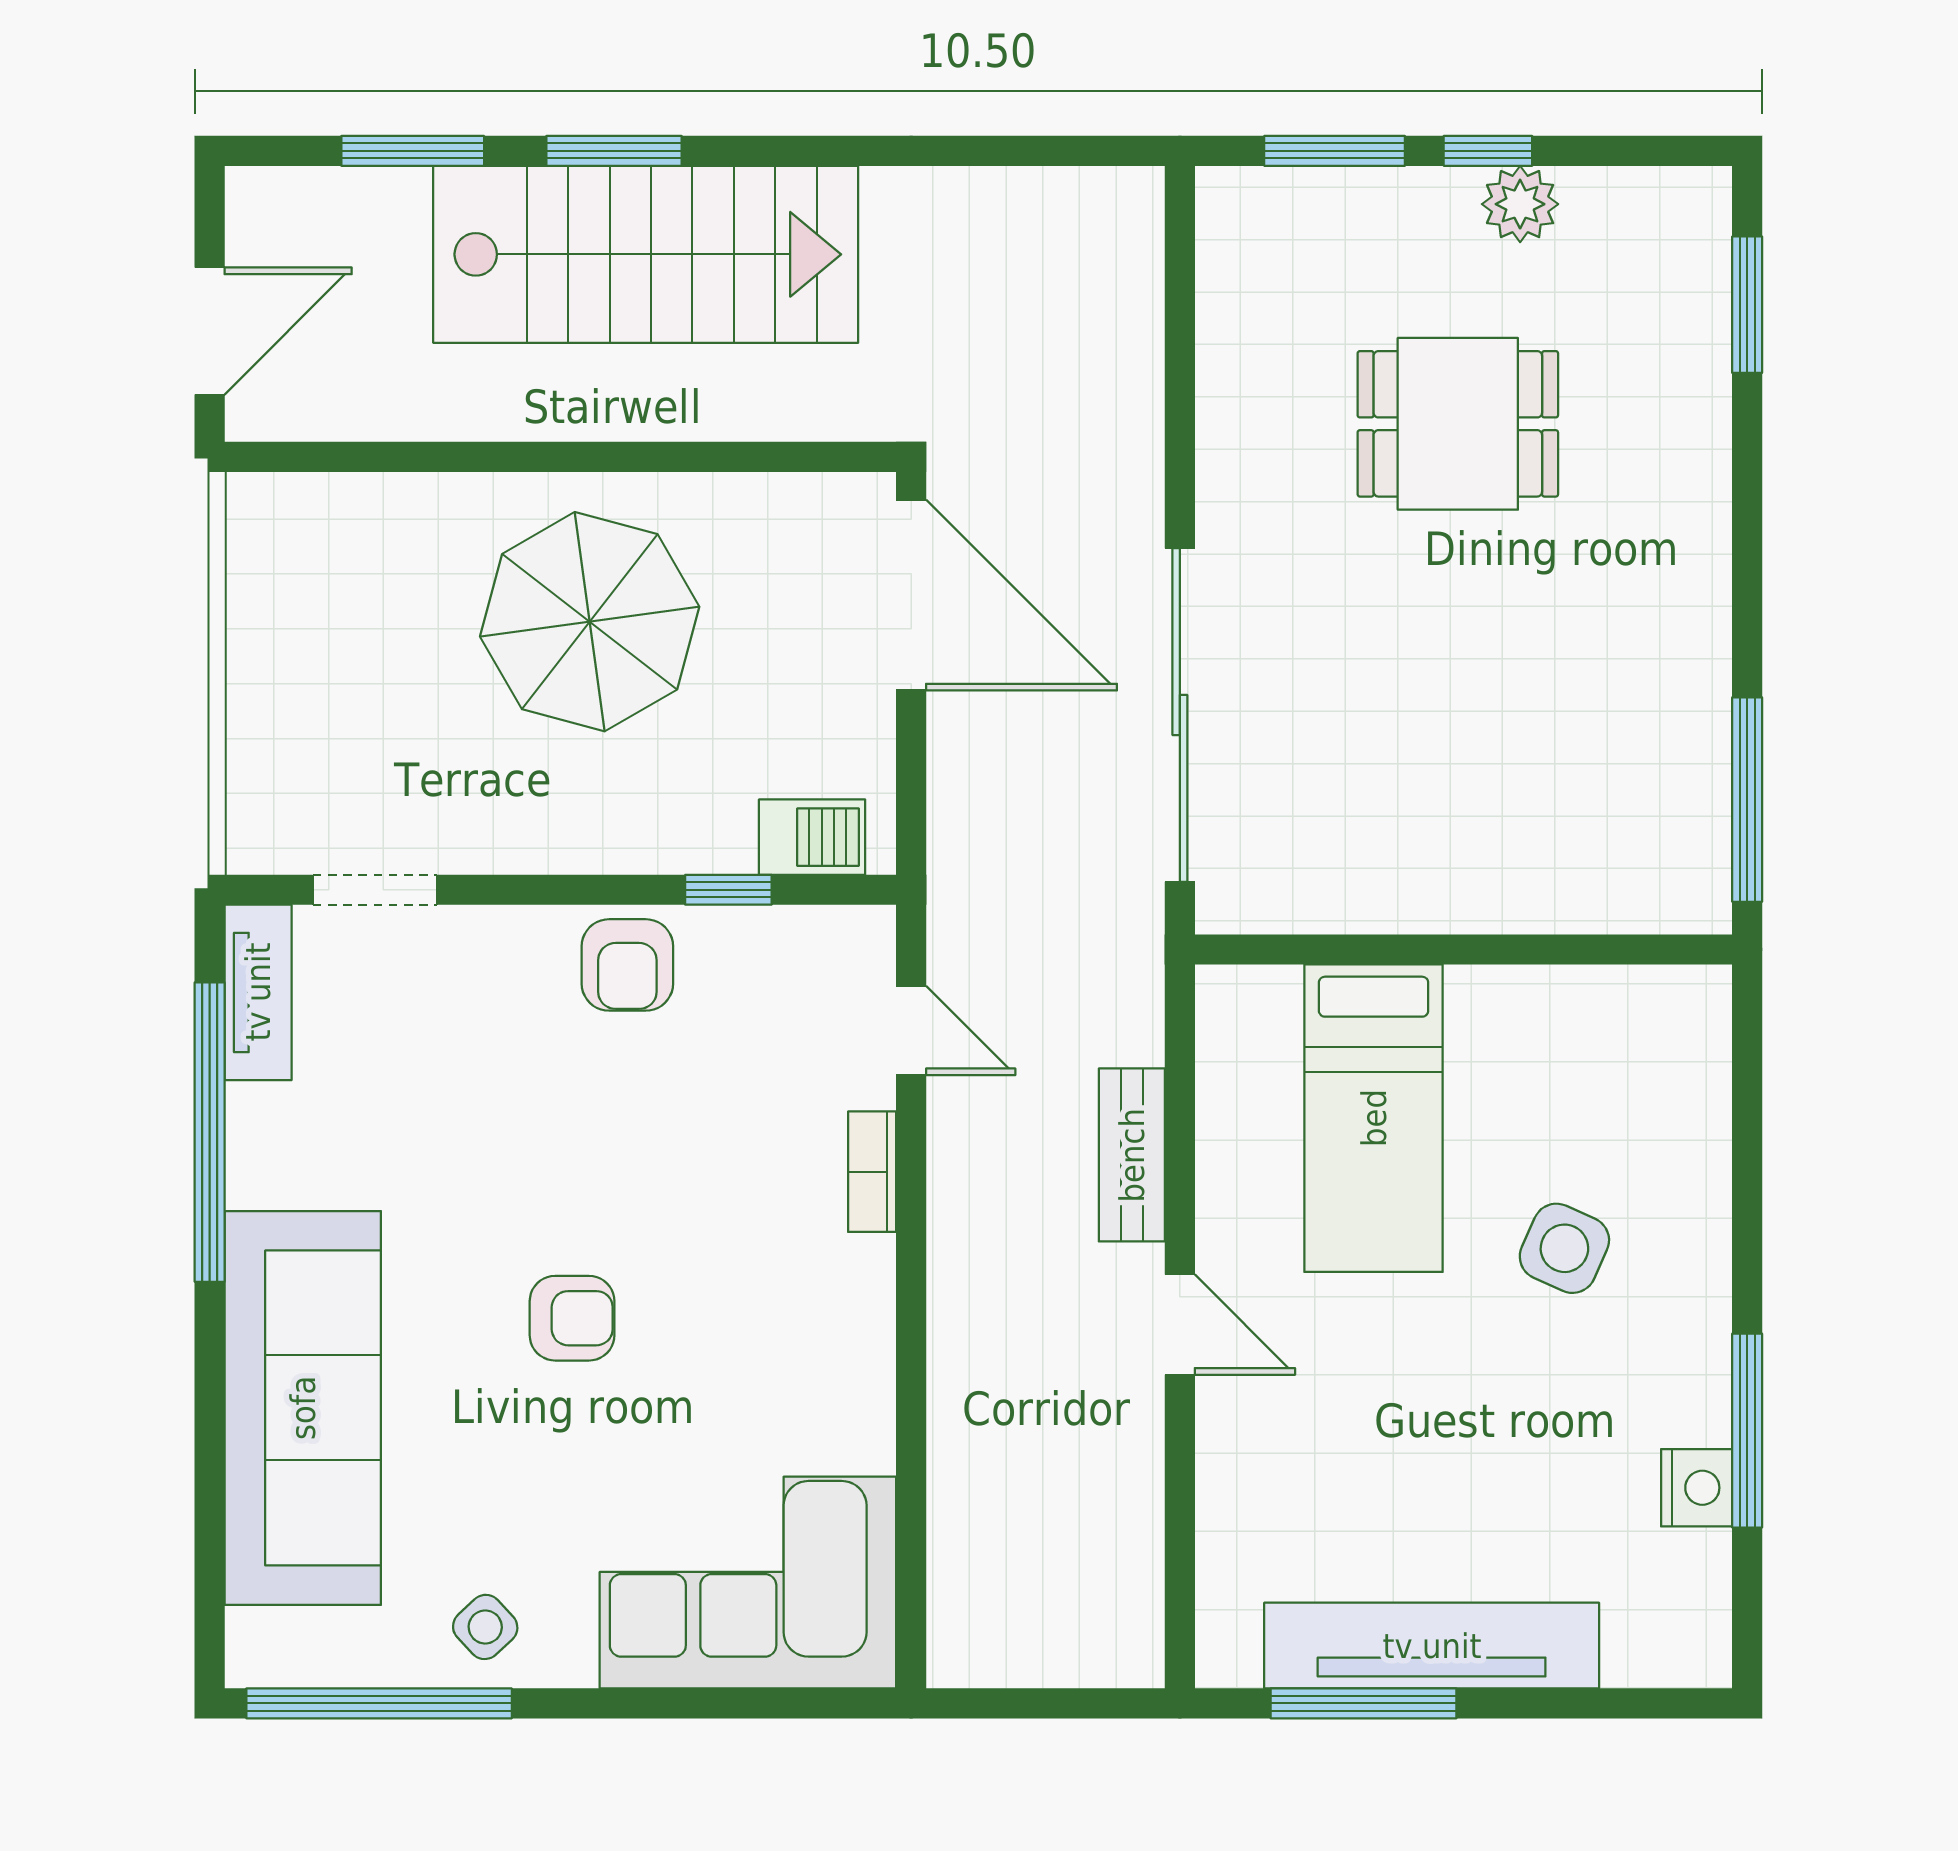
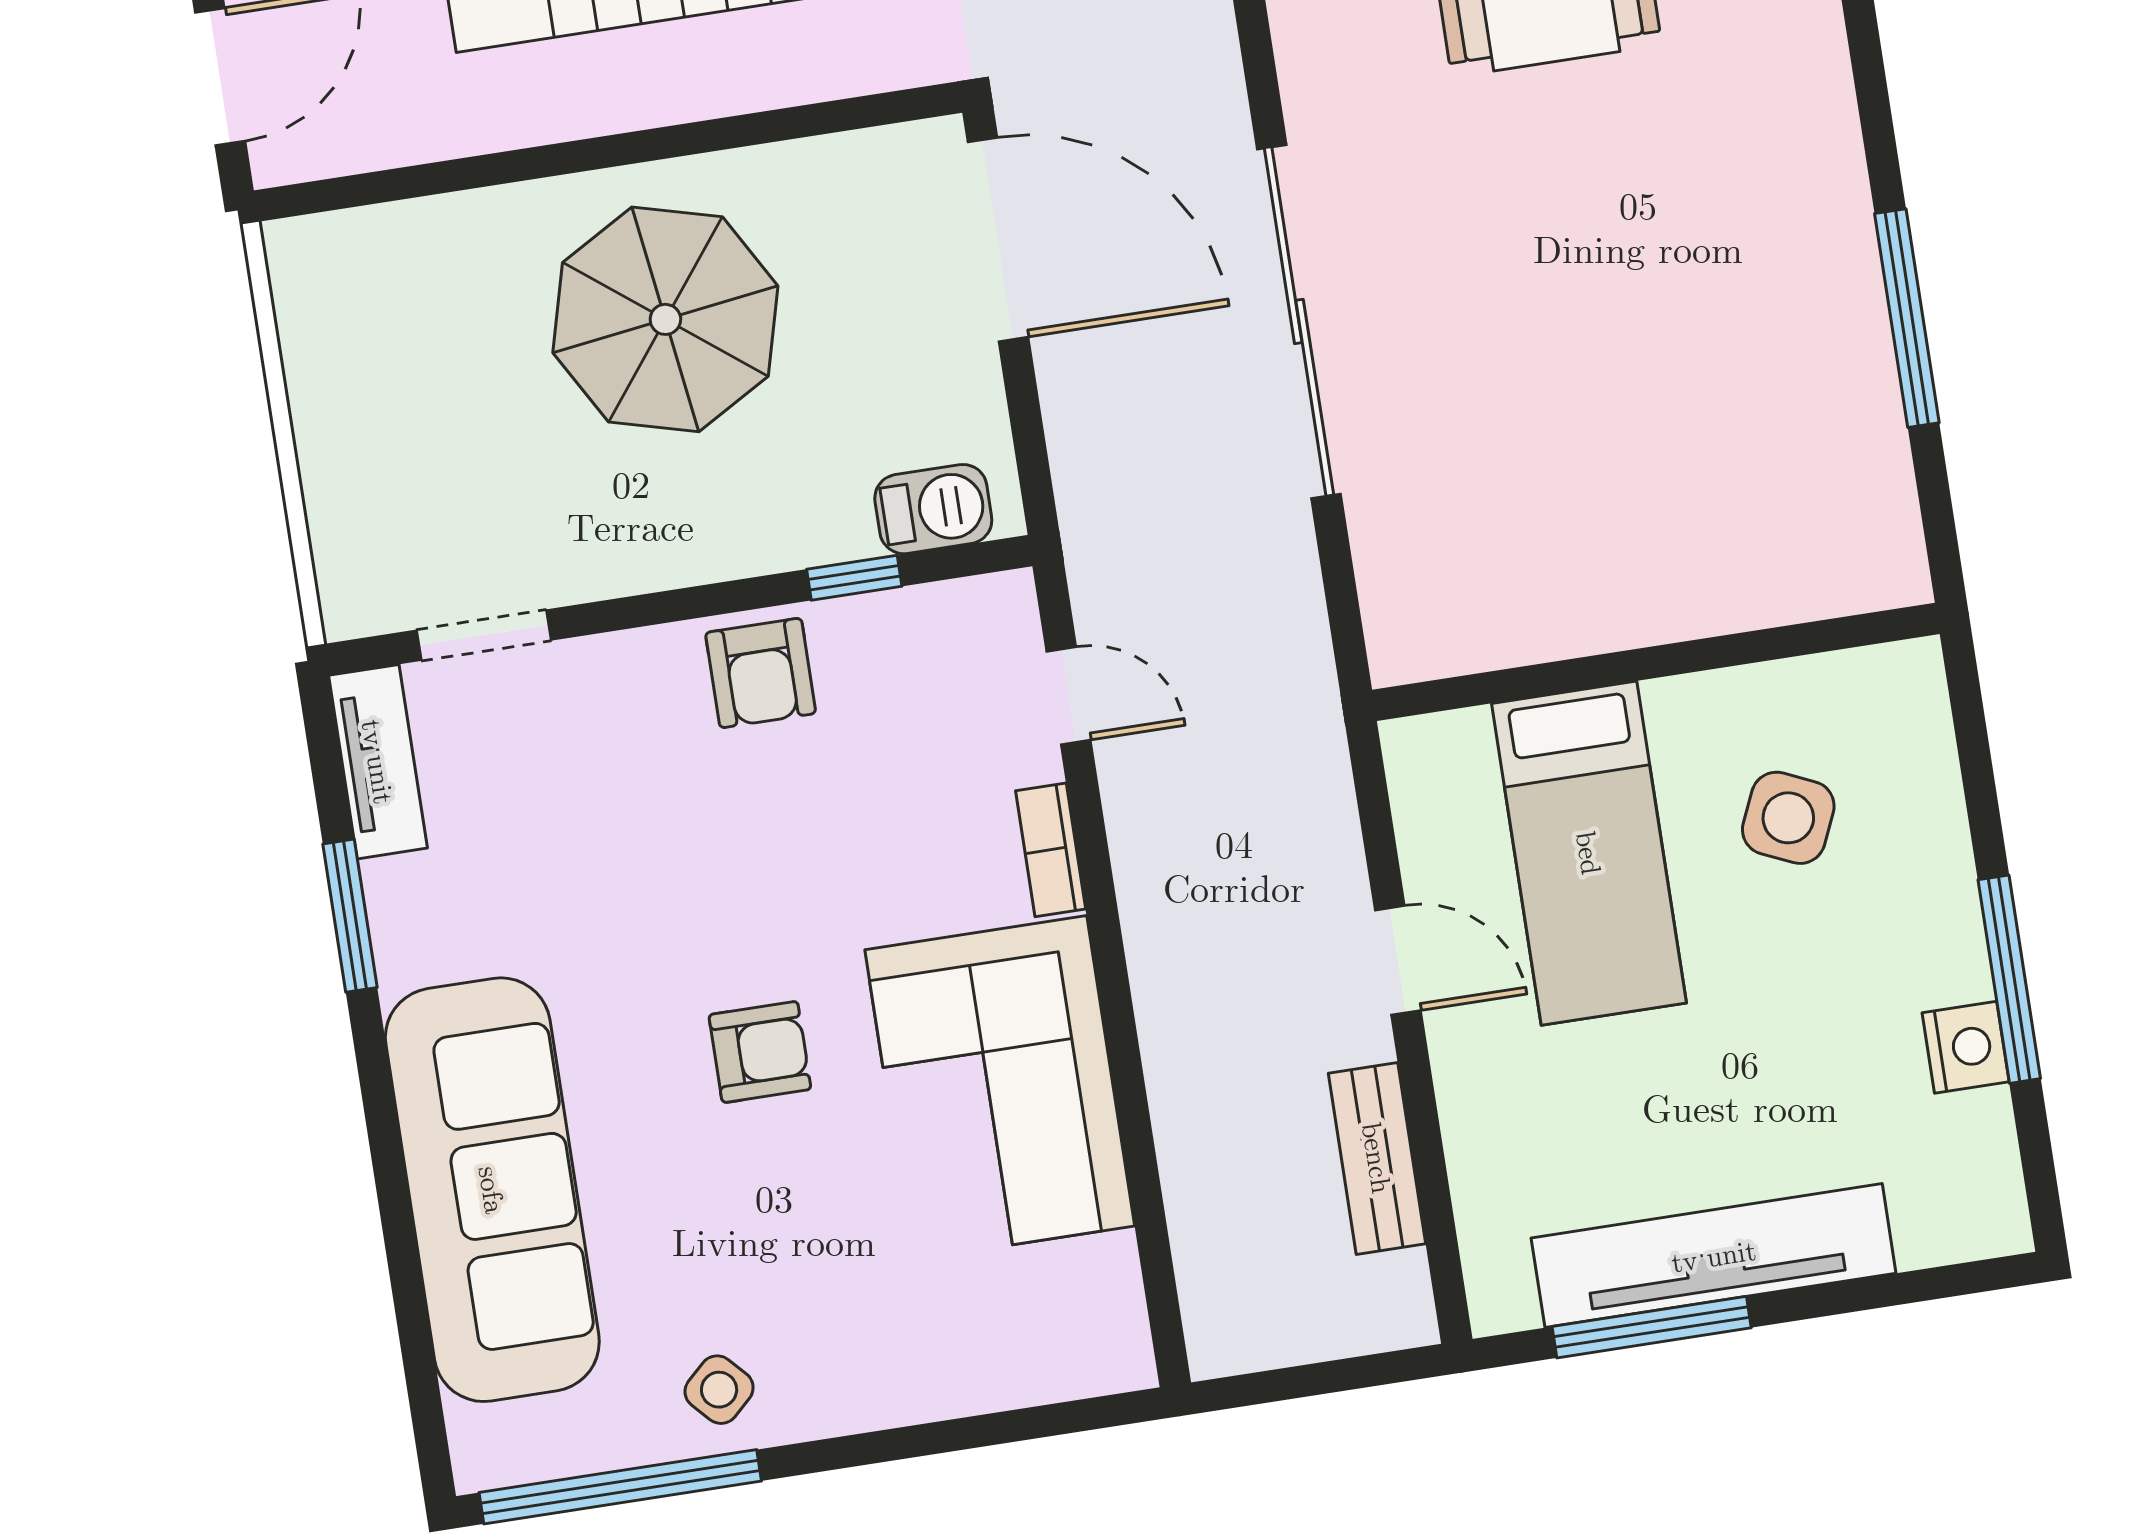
wall: (1463, 949) -> (1656, 662), moved
bed: (1374, 1118) -> (1589, 853), moved
window: (210, 1132) -> (350, 916), width x0.47
bench: (1132, 1155) -> (1377, 1158), moved
corner sofa: (748, 1583) -> (1000, 1088), moved, turned -90

